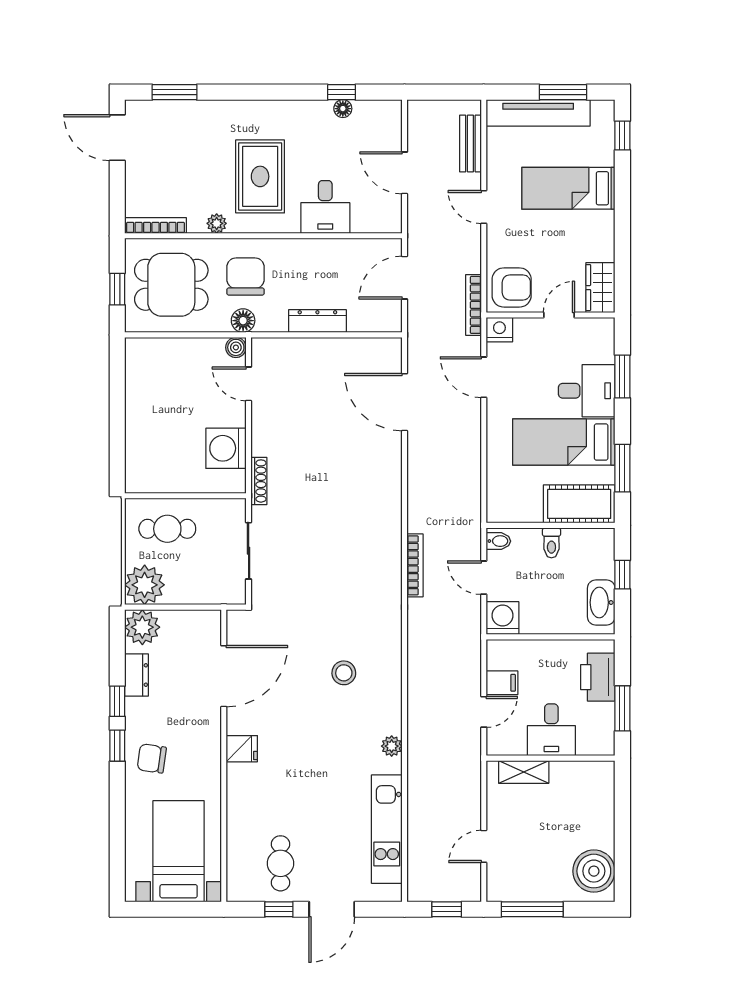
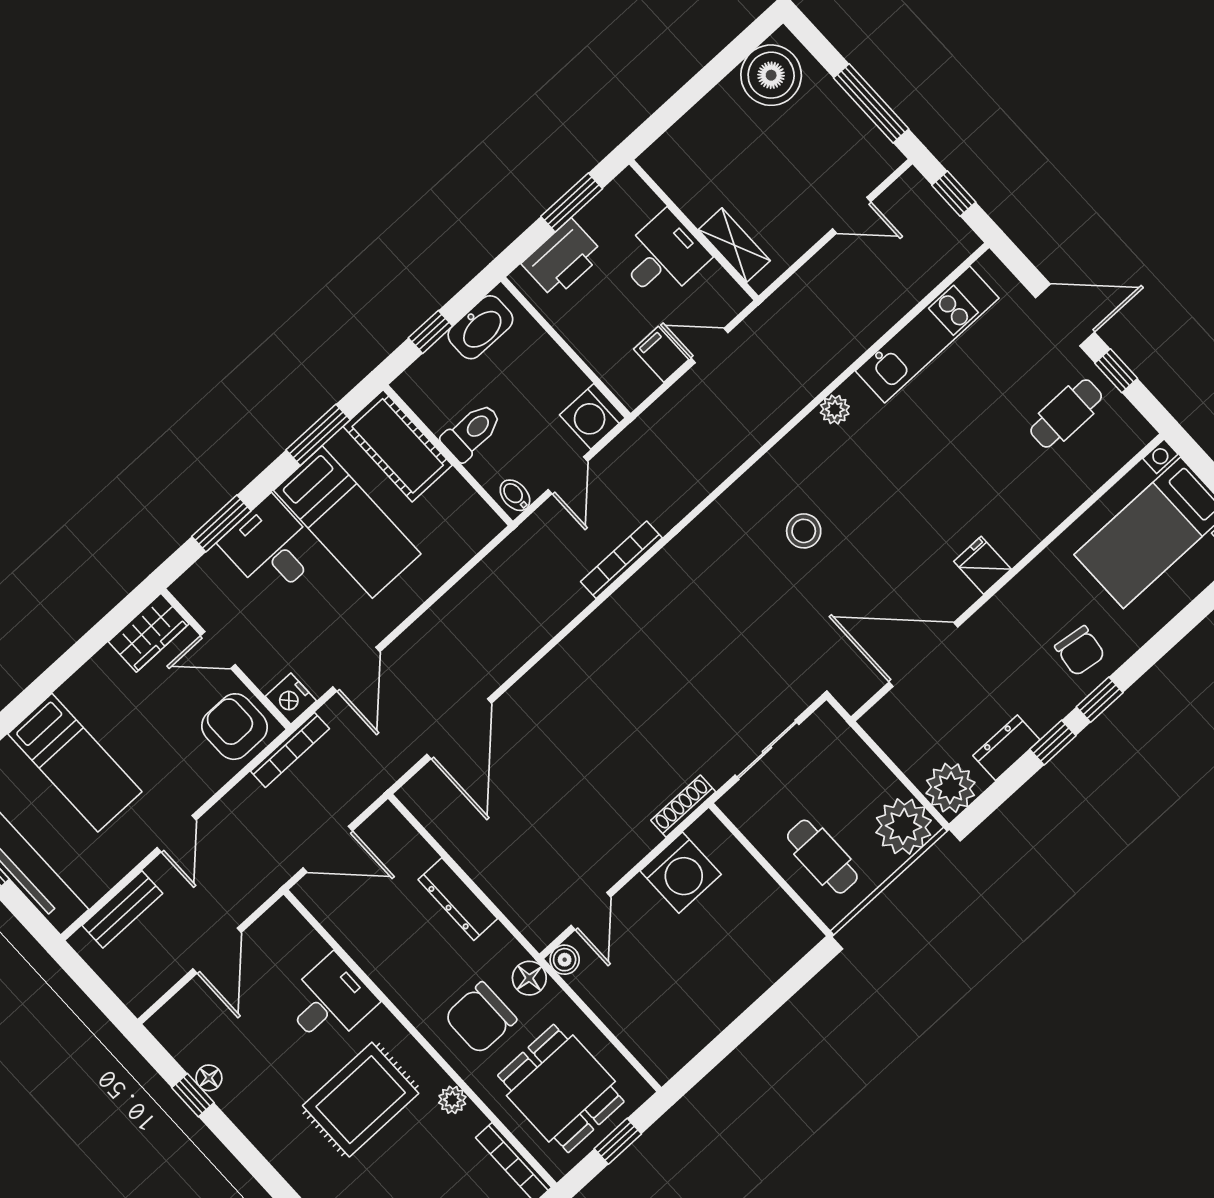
toilet: (551, 543) -> (472, 432), width x1.37, depth x1.39

